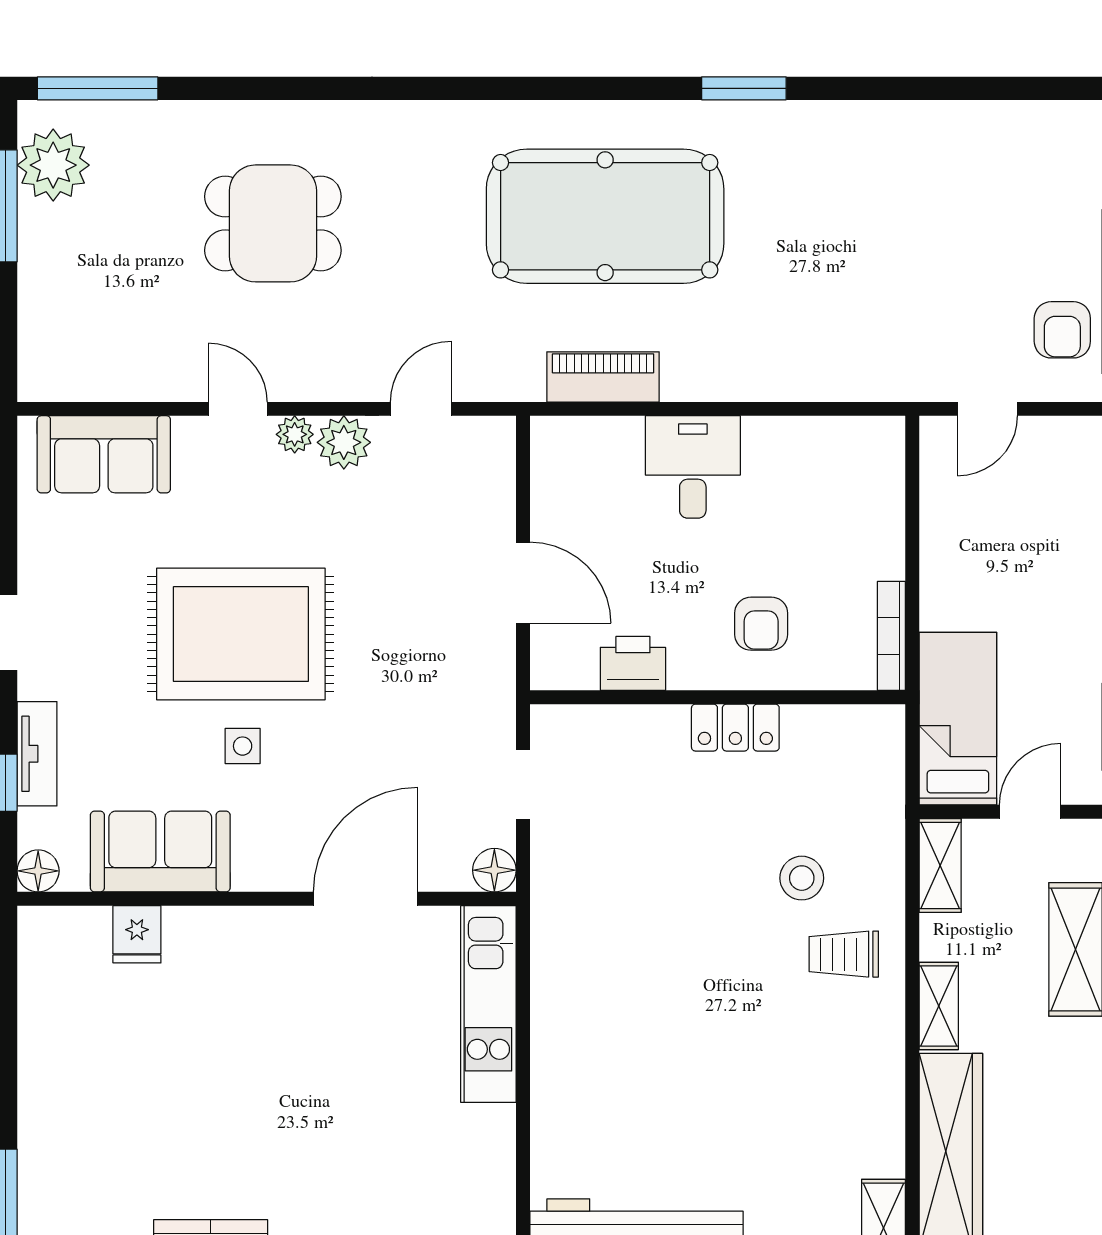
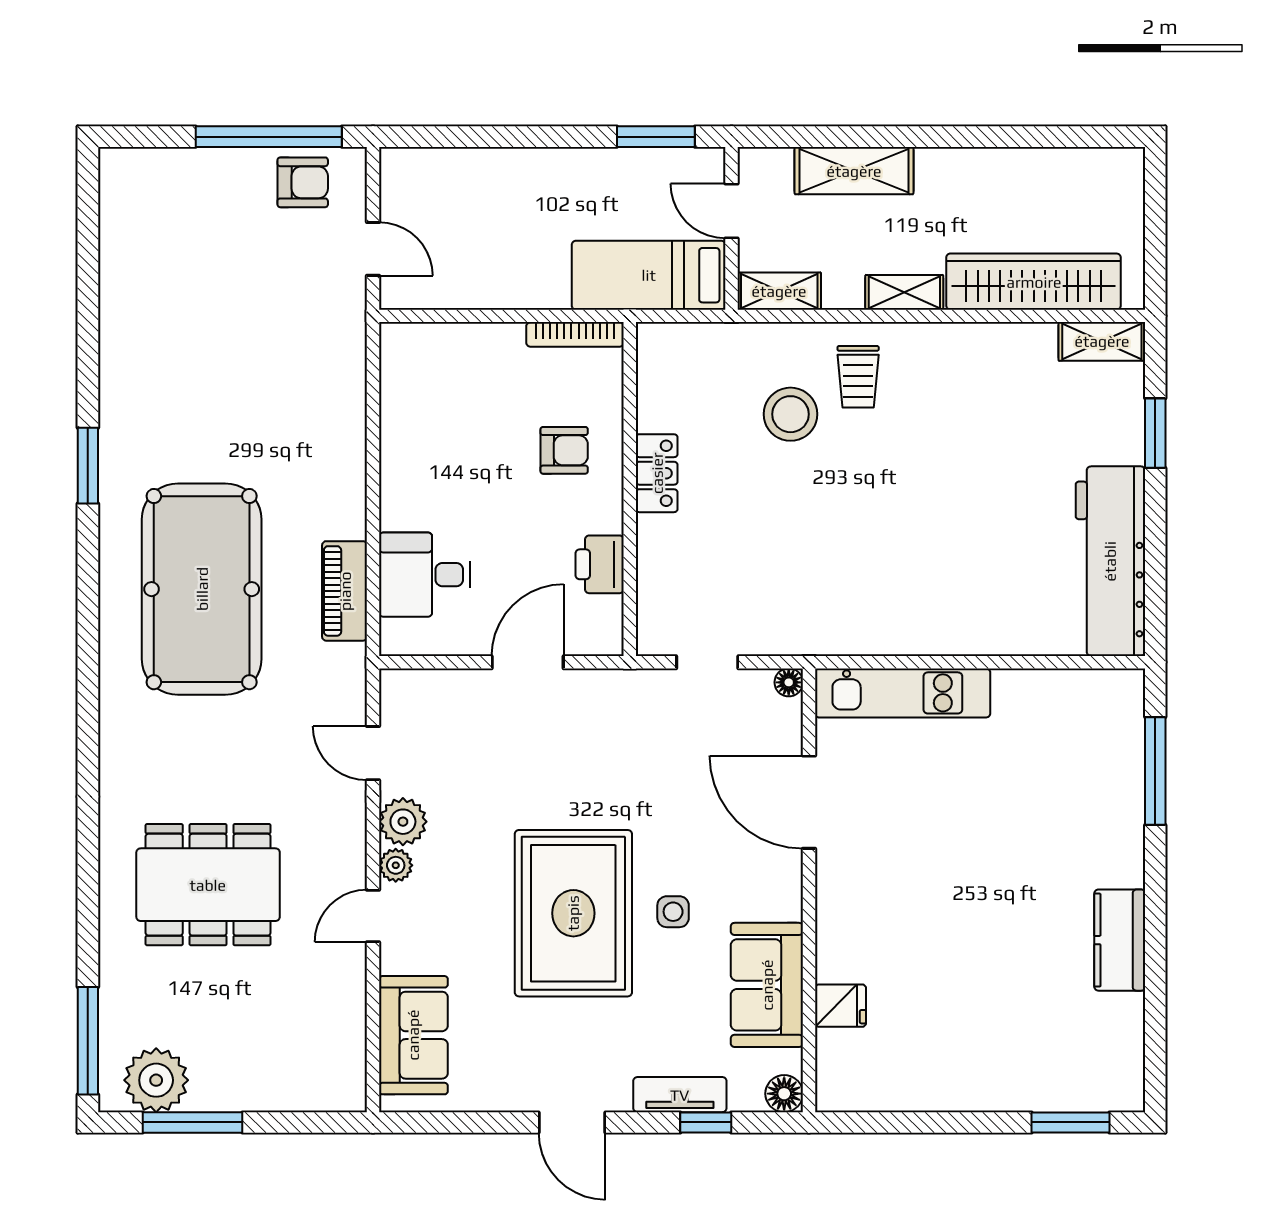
dining table: (273, 223) -> (208, 885), width x1.38
desk: (693, 467) -> (425, 575), moved
floor lamp: (494, 870) -> (789, 682), width x0.73, depth x0.73
stool: (802, 878) -> (790, 414), width x1.38, depth x1.38

